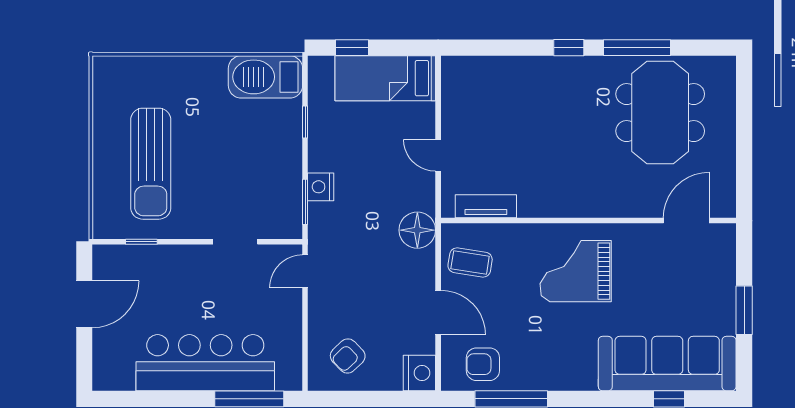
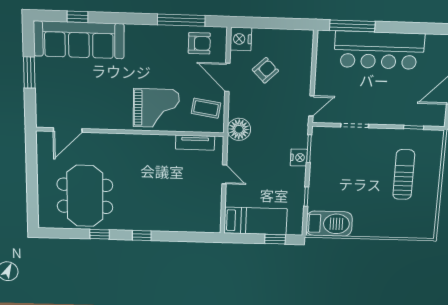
window: (637, 48) -> (100, 234), width x0.46
sun lounger: (151, 164) -> (404, 175), width x0.73, depth x0.75
grand piano: (576, 271) -> (156, 108), moved
armchair: (348, 356) -> (265, 70), moved

